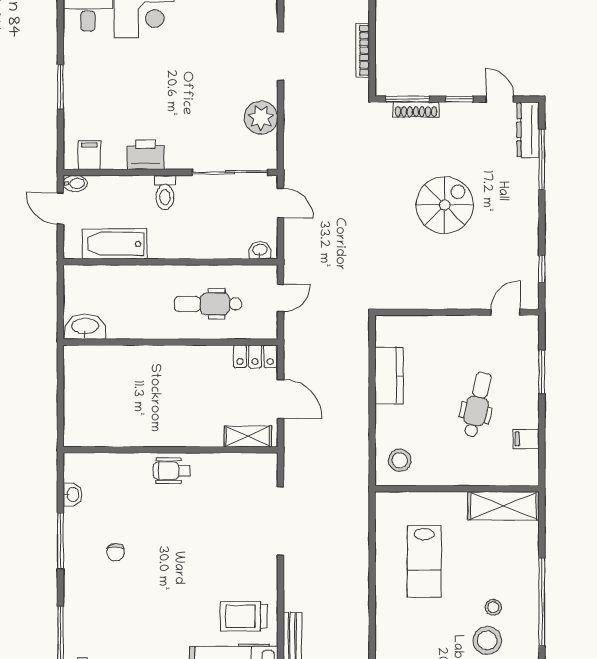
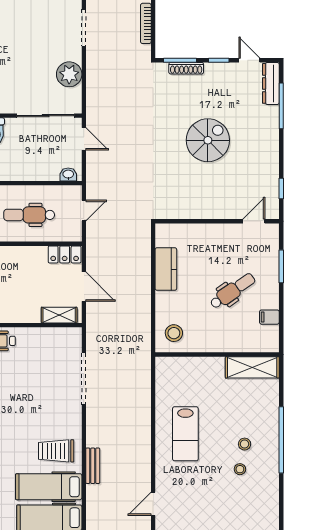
dental chair: (477, 405) -> (233, 291), turned 42
lab bench: (424, 562) -> (185, 434), moved
stool: (487, 640) -> (240, 469), width x0.53, depth x0.53

